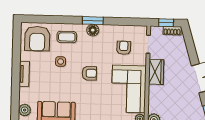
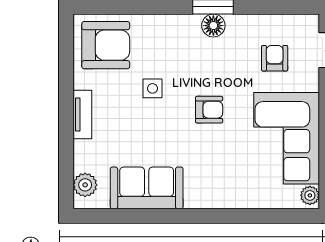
coffee table: (67, 37) -> (163, 40), removed
armchair: (37, 39) -> (106, 45), turned -90

